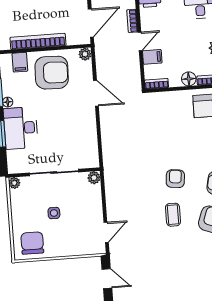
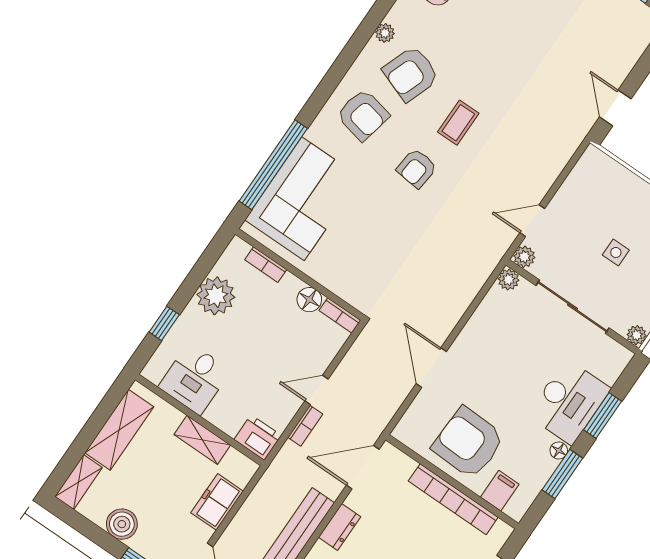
plant: (85, 54) -> (509, 279), moved
filing cabinet: (152, 57) -> (317, 356), removed
floor lamp: (189, 79) -> (309, 300), moved
door: (106, 232) -> (532, 221), moved

